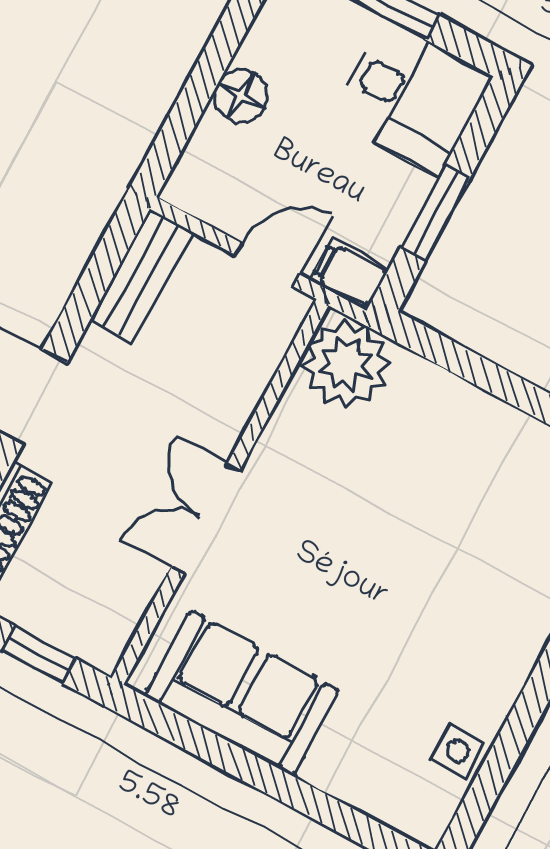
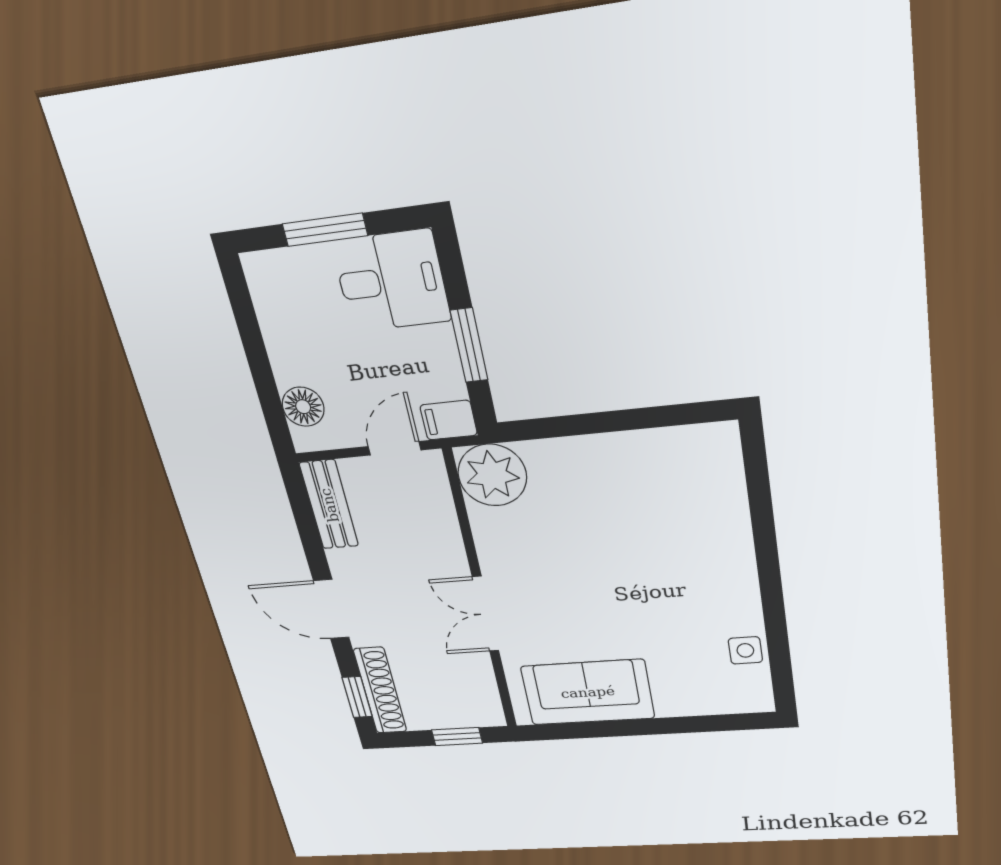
floor lamp: (241, 96) -> (303, 407), moved

